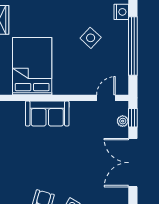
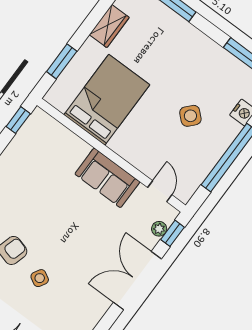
door: (106, 98) -> (160, 191), hinge flipped
sofa: (47, 113) -> (107, 178), moved

